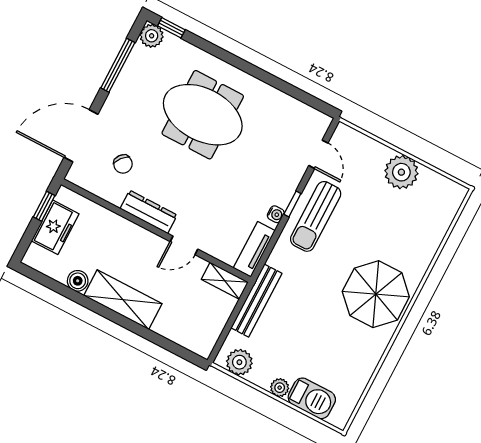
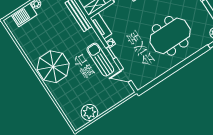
plant: (401, 172) -> (89, 112), moved

